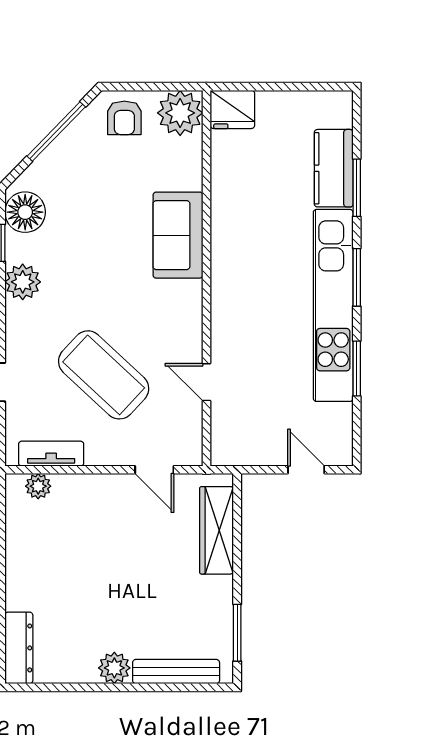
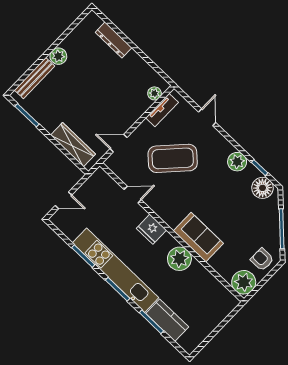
fridge: (232, 109) -> (151, 229), moved, turned -90
plant: (233, 233) -> (179, 259), added
dresser: (19, 648) -> (114, 40), moved

